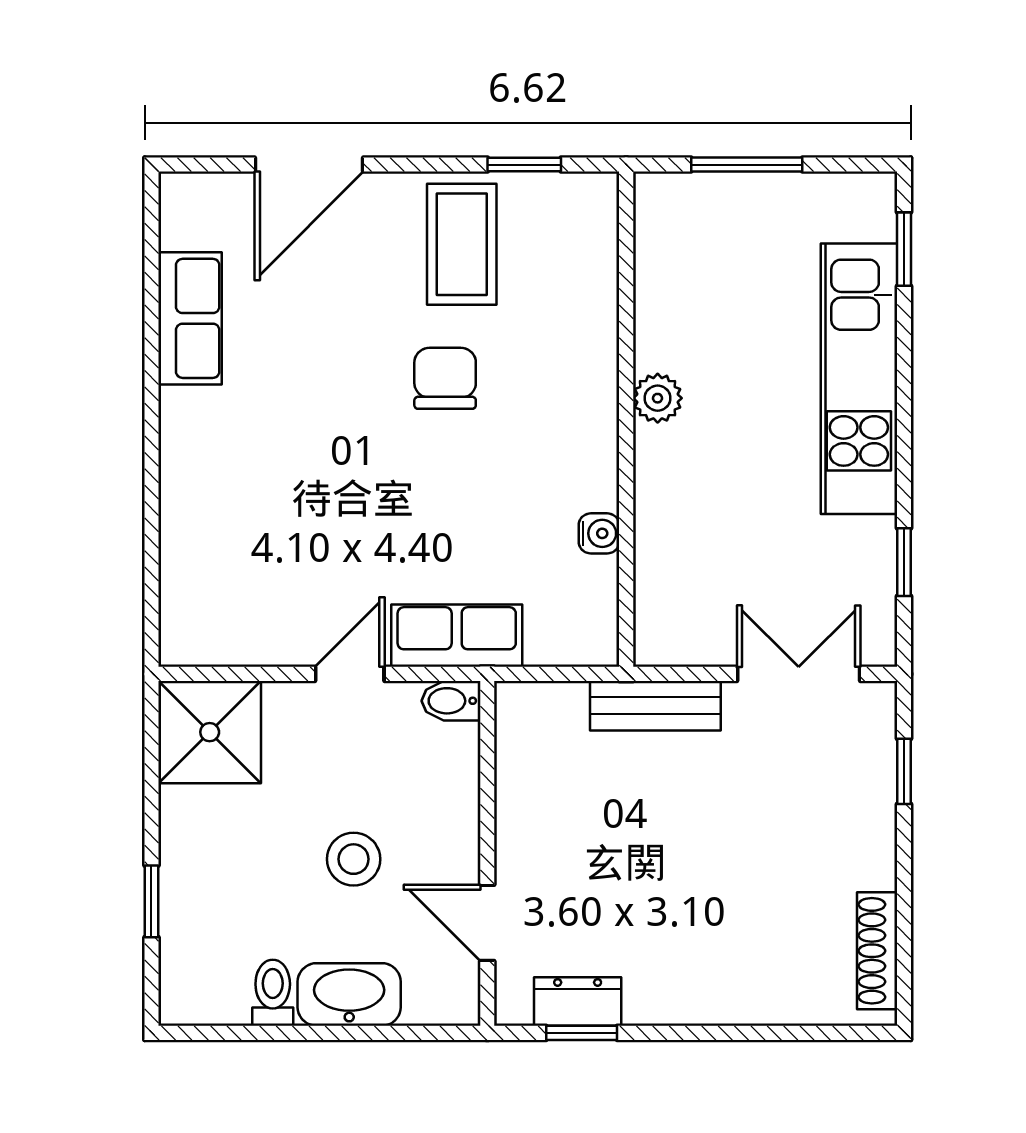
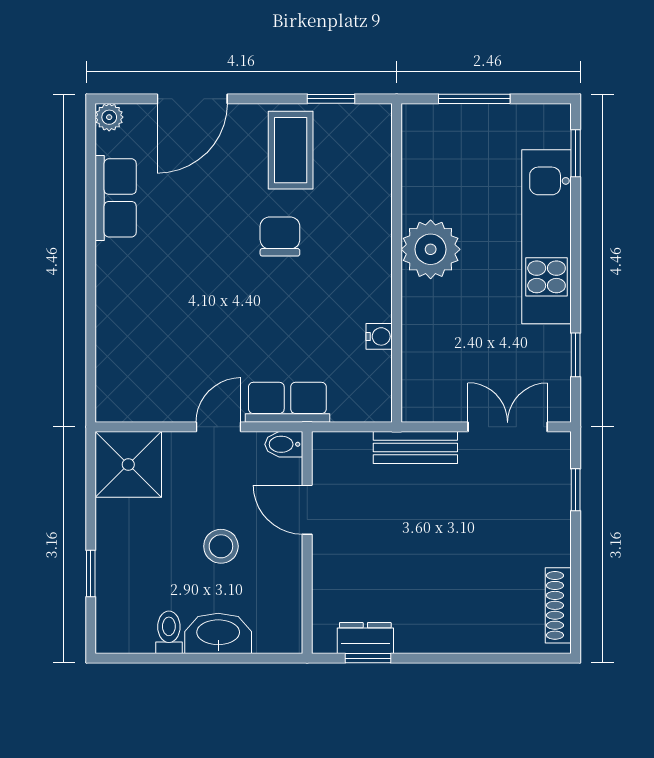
plant: (180, 193) -> (109, 117), added
plant: (658, 398) -> (431, 249), width x1.87, depth x1.87
door: (487, 923) -> (307, 510), moved

